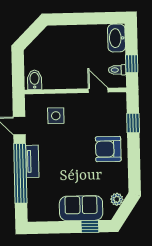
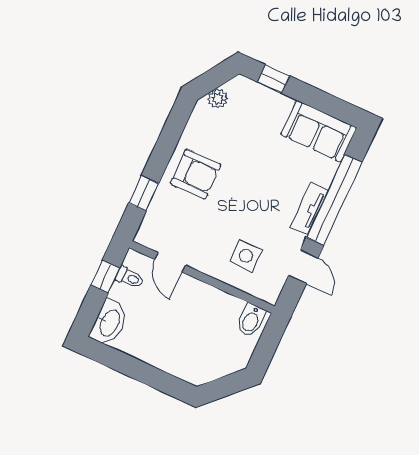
sofa: (81, 208) -> (319, 131), moved

